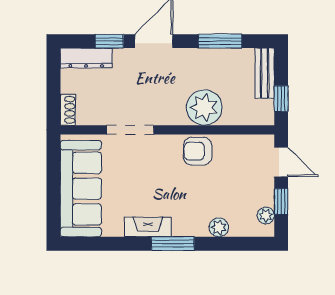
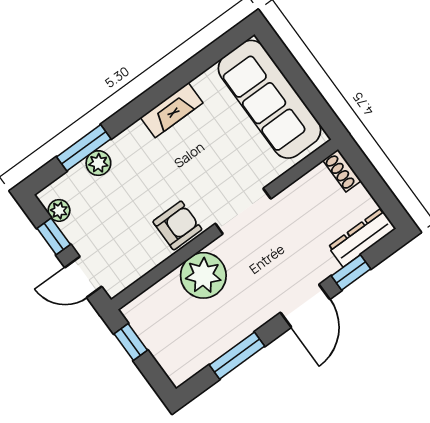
bench: (265, 73) -> (167, 356), removed
doorway: (130, 130) -> (243, 211), moved
window: (173, 244) -> (84, 148), moved

